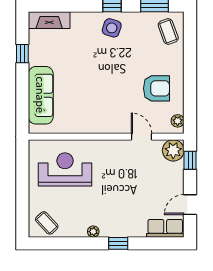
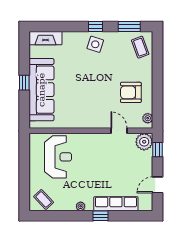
window: (22, 54) -> (24, 83), moved
armchair: (156, 88) -> (131, 92), turned 180
sofa: (41, 95) -> (41, 90), width x1.36, depth x1.27
reception desk: (65, 169) -> (58, 157), turned 90
row of seats: (165, 228) -> (116, 204), moved, width x1.48

